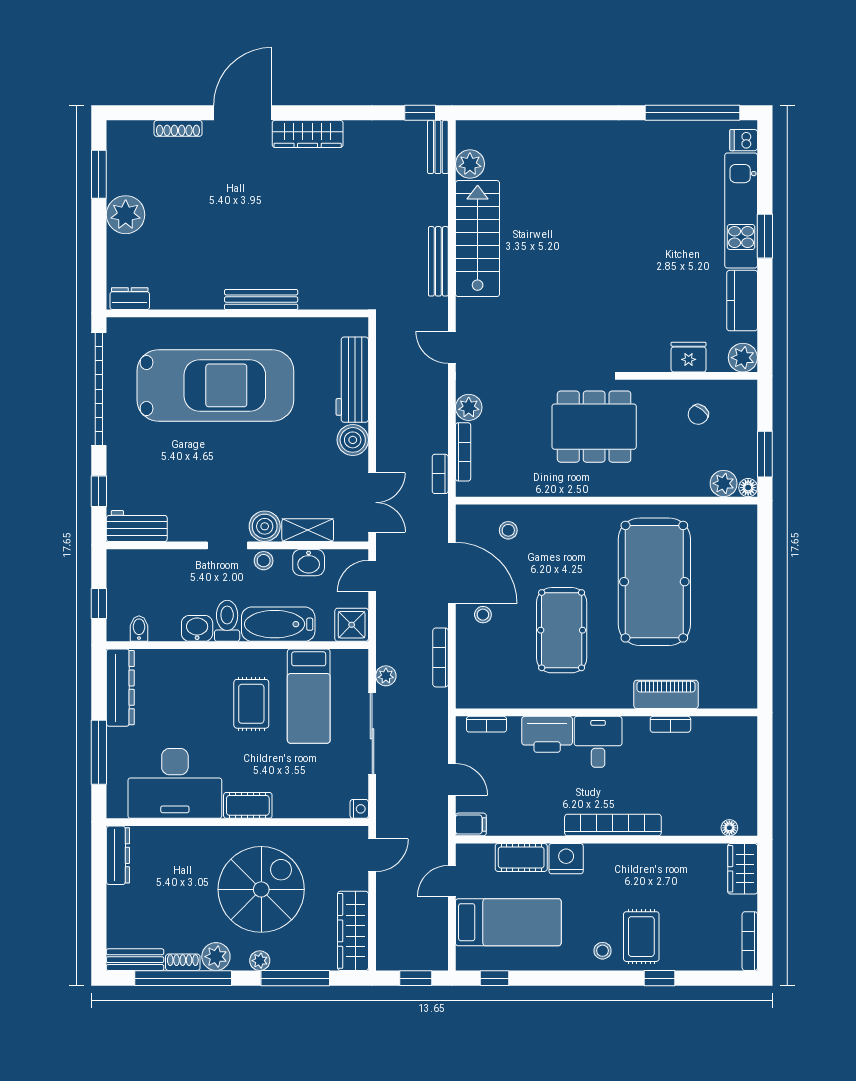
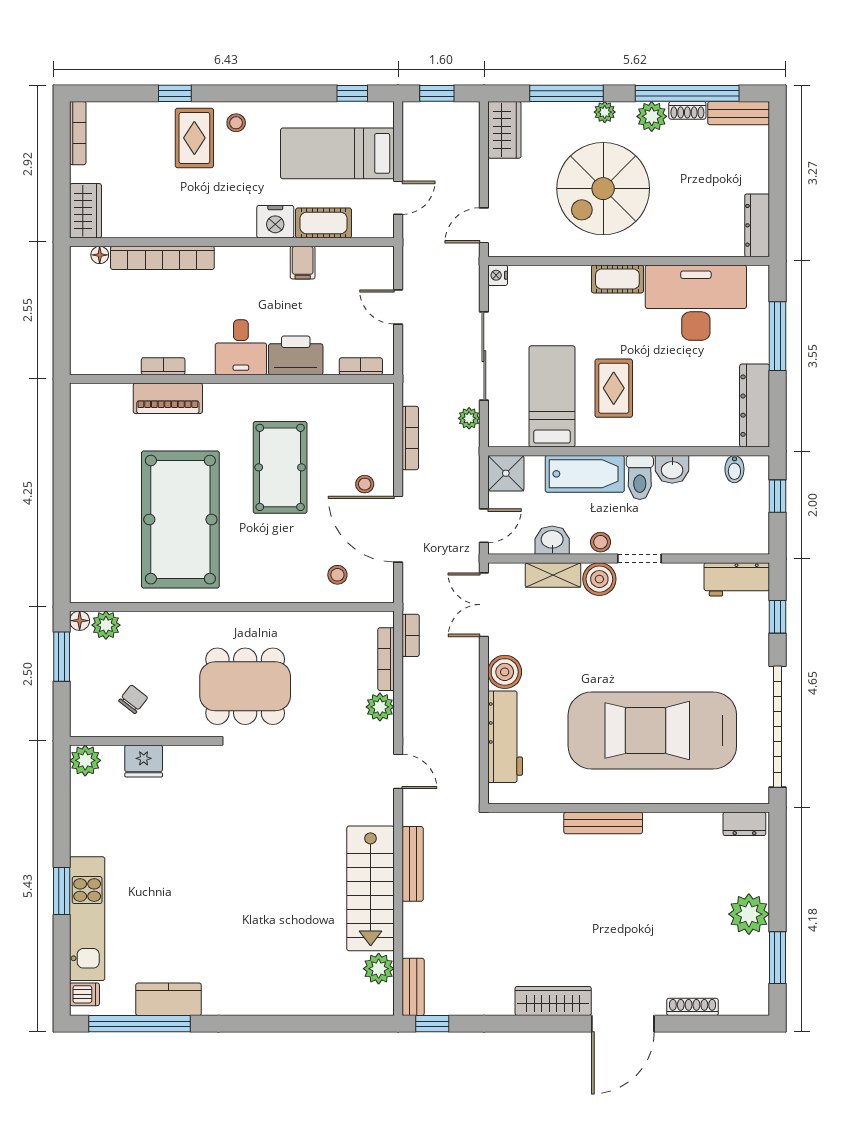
kitchen counter: (742, 301) -> (169, 999), moved, turned -90
filing cabinet: (471, 824) -> (303, 263), moved, turned -90
bookcase: (613, 825) -> (162, 258), moved
wardrobe: (353, 931) -> (504, 130), width x0.67

